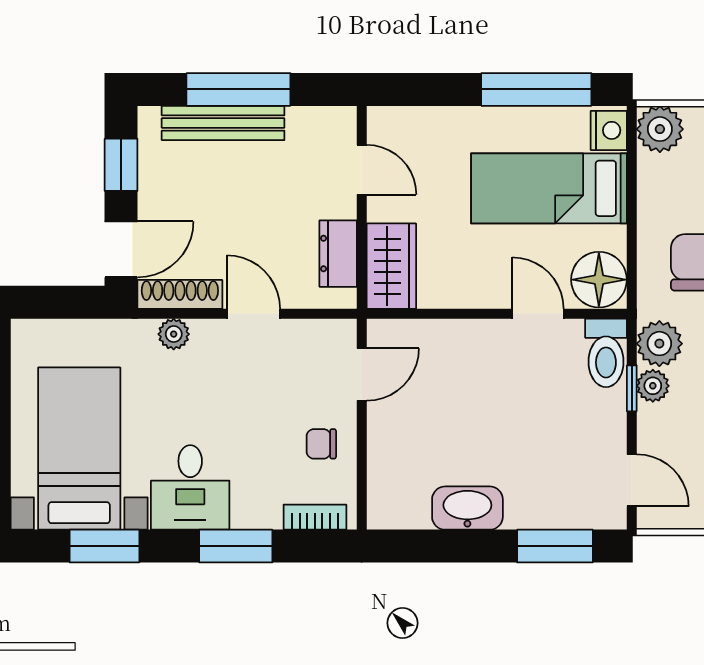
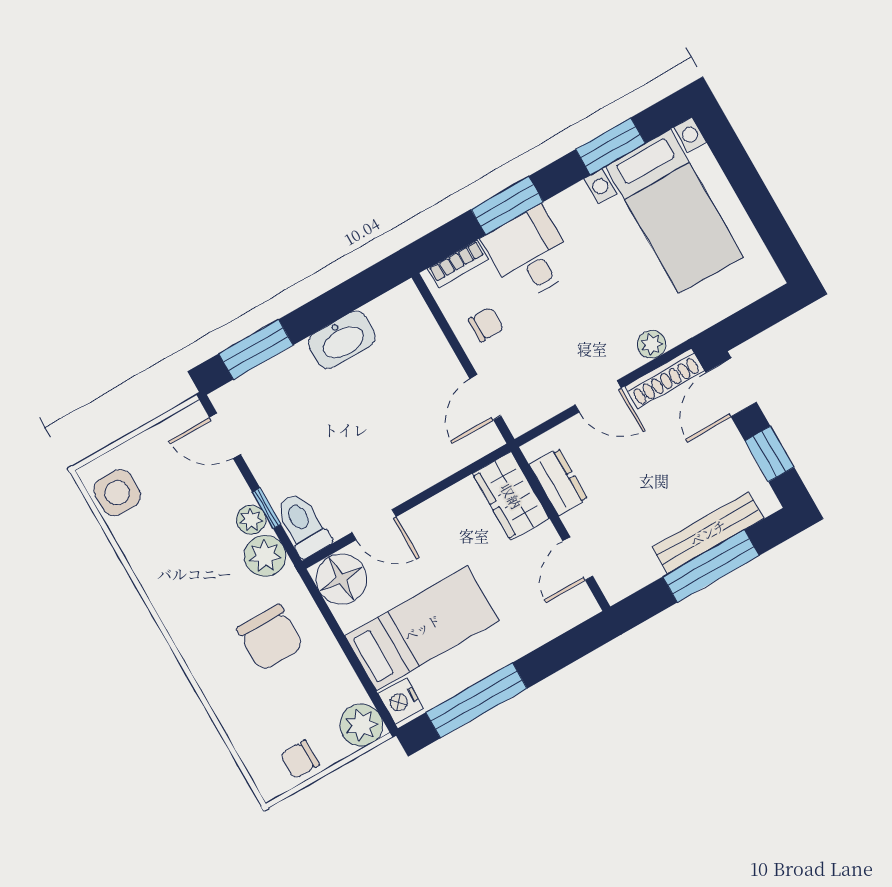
door: (362, 170) -> (578, 559), hinge flipped
desk: (190, 487) -> (529, 254), moved

